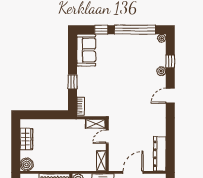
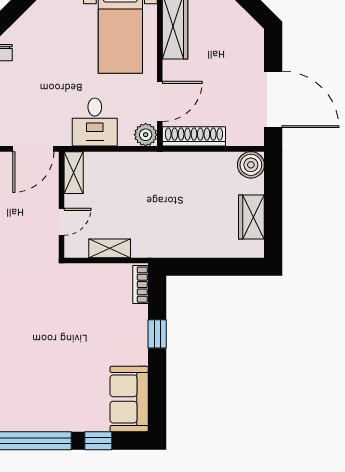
door: (107, 137) -> (62, 222), moved
wall: (107, 145) -> (62, 205), moved
shelving: (101, 161) -> (74, 173), moved

